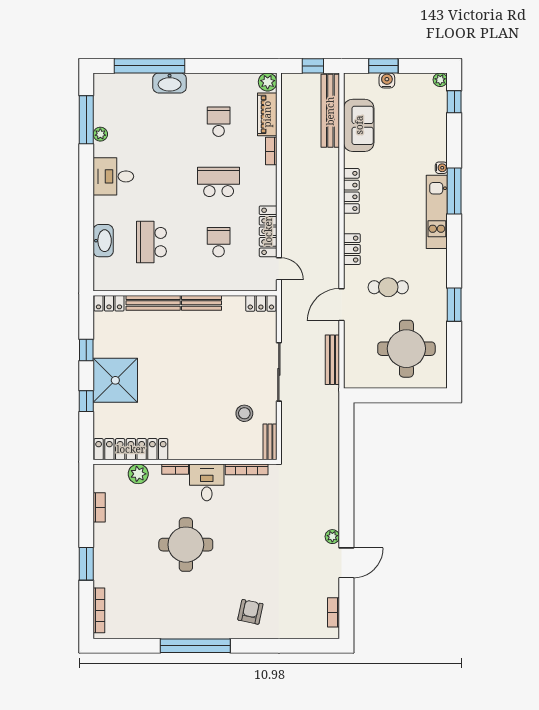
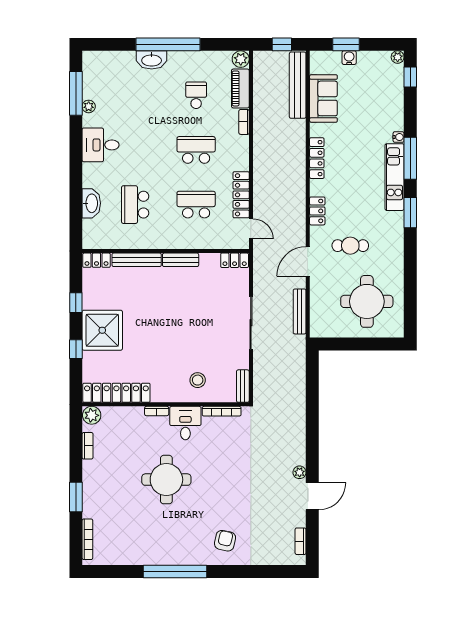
window: (149, 66) -> (168, 44), moved
school desk: (219, 242) -> (196, 205), width x1.85
window: (454, 305) -> (410, 213), moved
stool: (244, 413) -> (198, 380), moved
plant: (138, 474) -> (92, 415), moved

